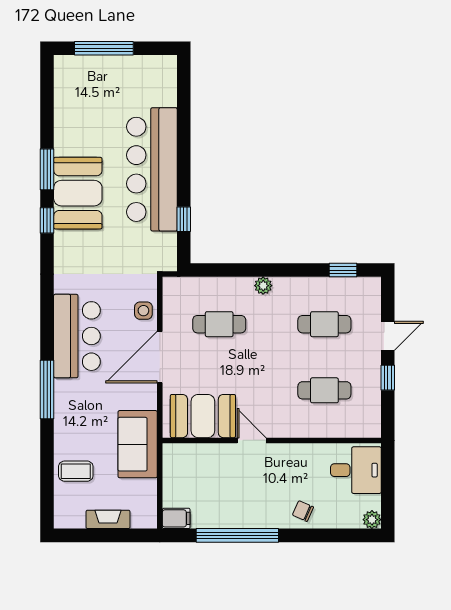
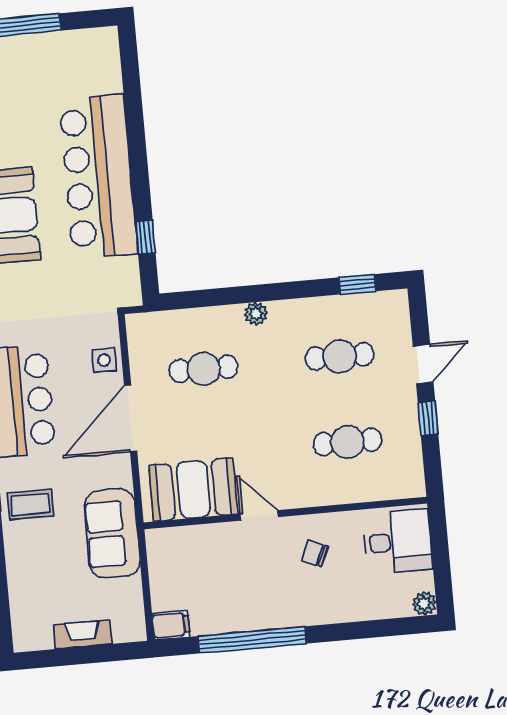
coffee table: (76, 471) -> (30, 504), moved
chair: (303, 511) -> (315, 553), moved

